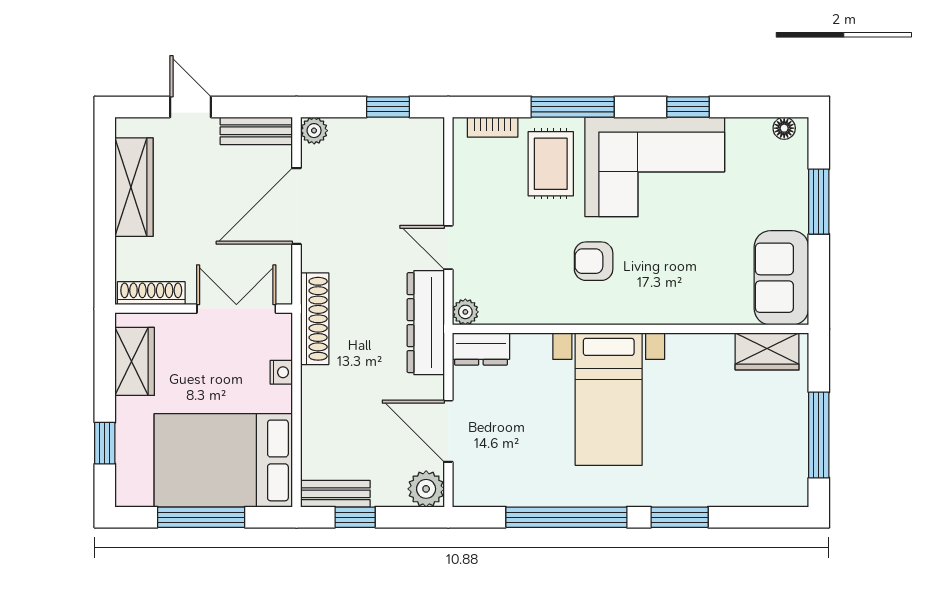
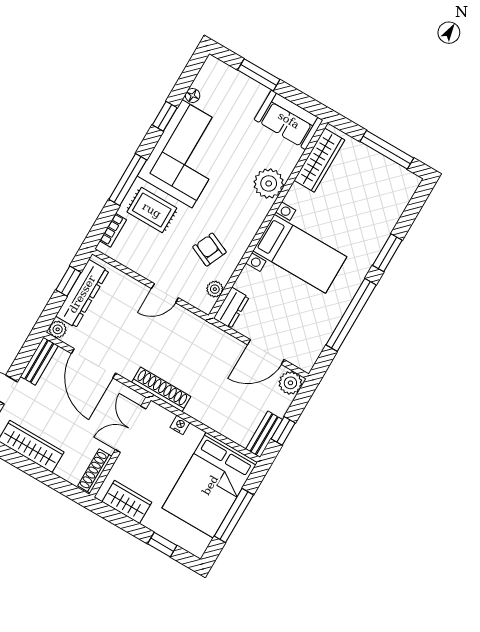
floor lamp: (784, 128) -> (193, 95), moved
armchair: (594, 261) -> (209, 250), moved, turned 114
plant: (679, 301) -> (269, 183), added
plant: (465, 312) -> (215, 289), moved
dresser: (426, 323) -> (82, 294), moved, turned -90
wardrobe: (767, 351) -> (319, 160), width x1.50

